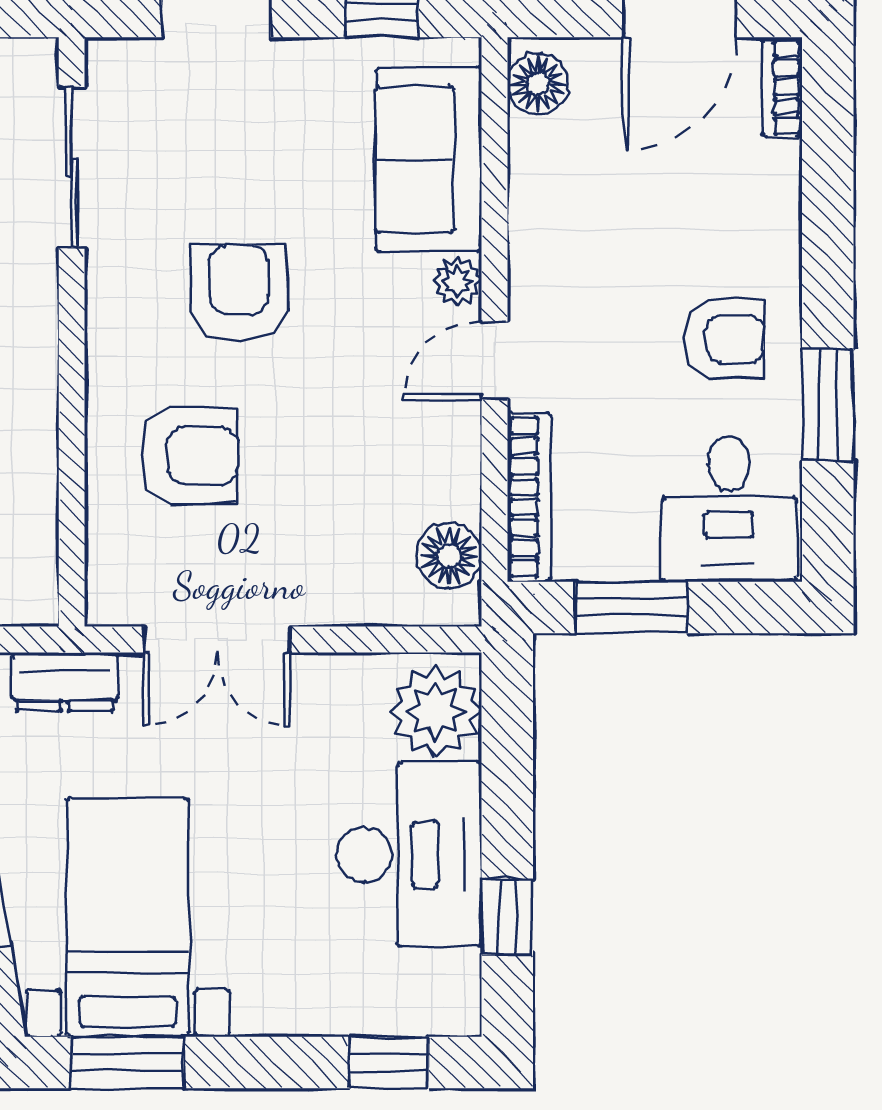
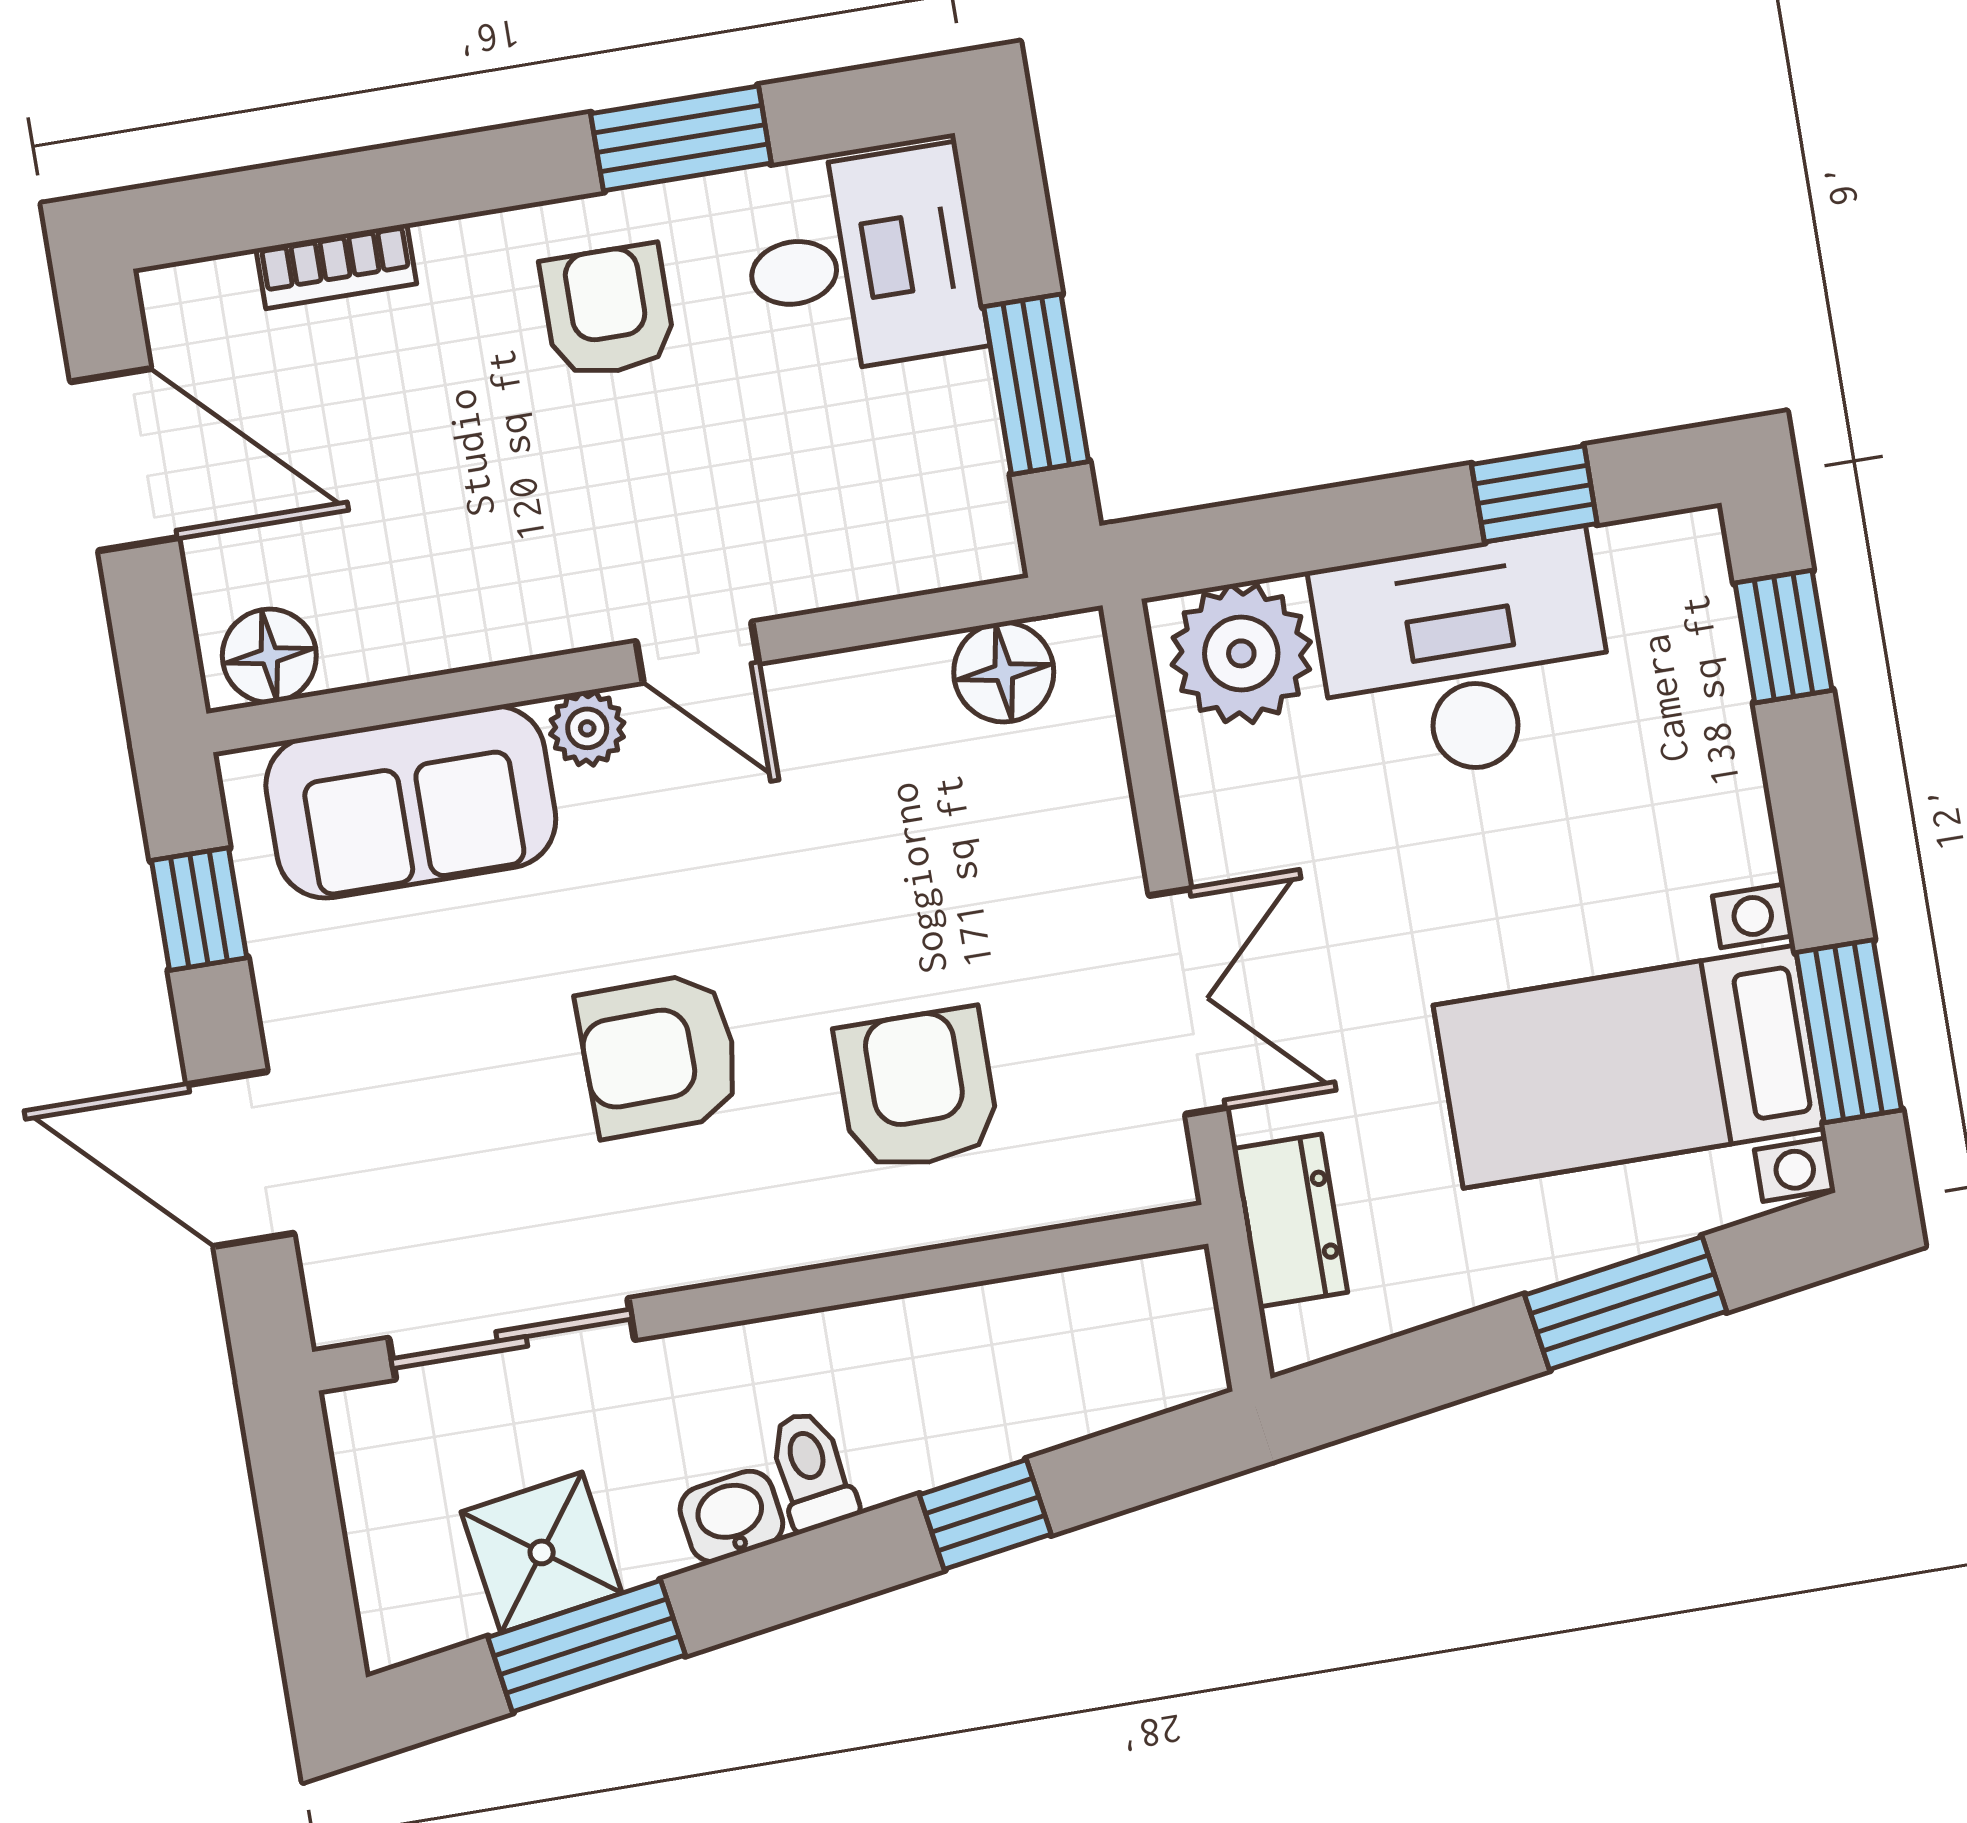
bookcase: (782, 87) -> (336, 266), moved
bookcase: (529, 497) -> (895, 566), removed

